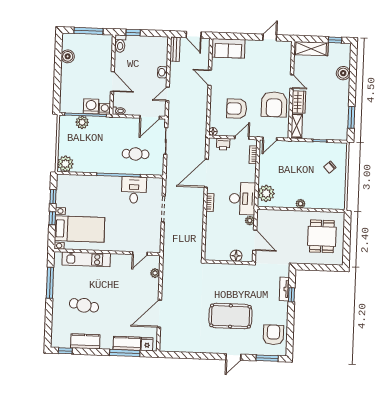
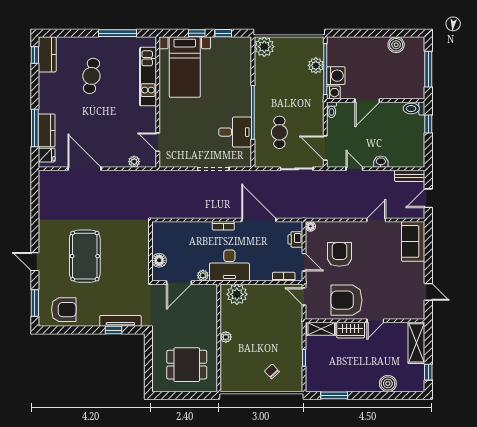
tv unit: (284, 289) -> (120, 321), width x1.41
kitchen counter: (85, 341) -> (47, 54), moved

